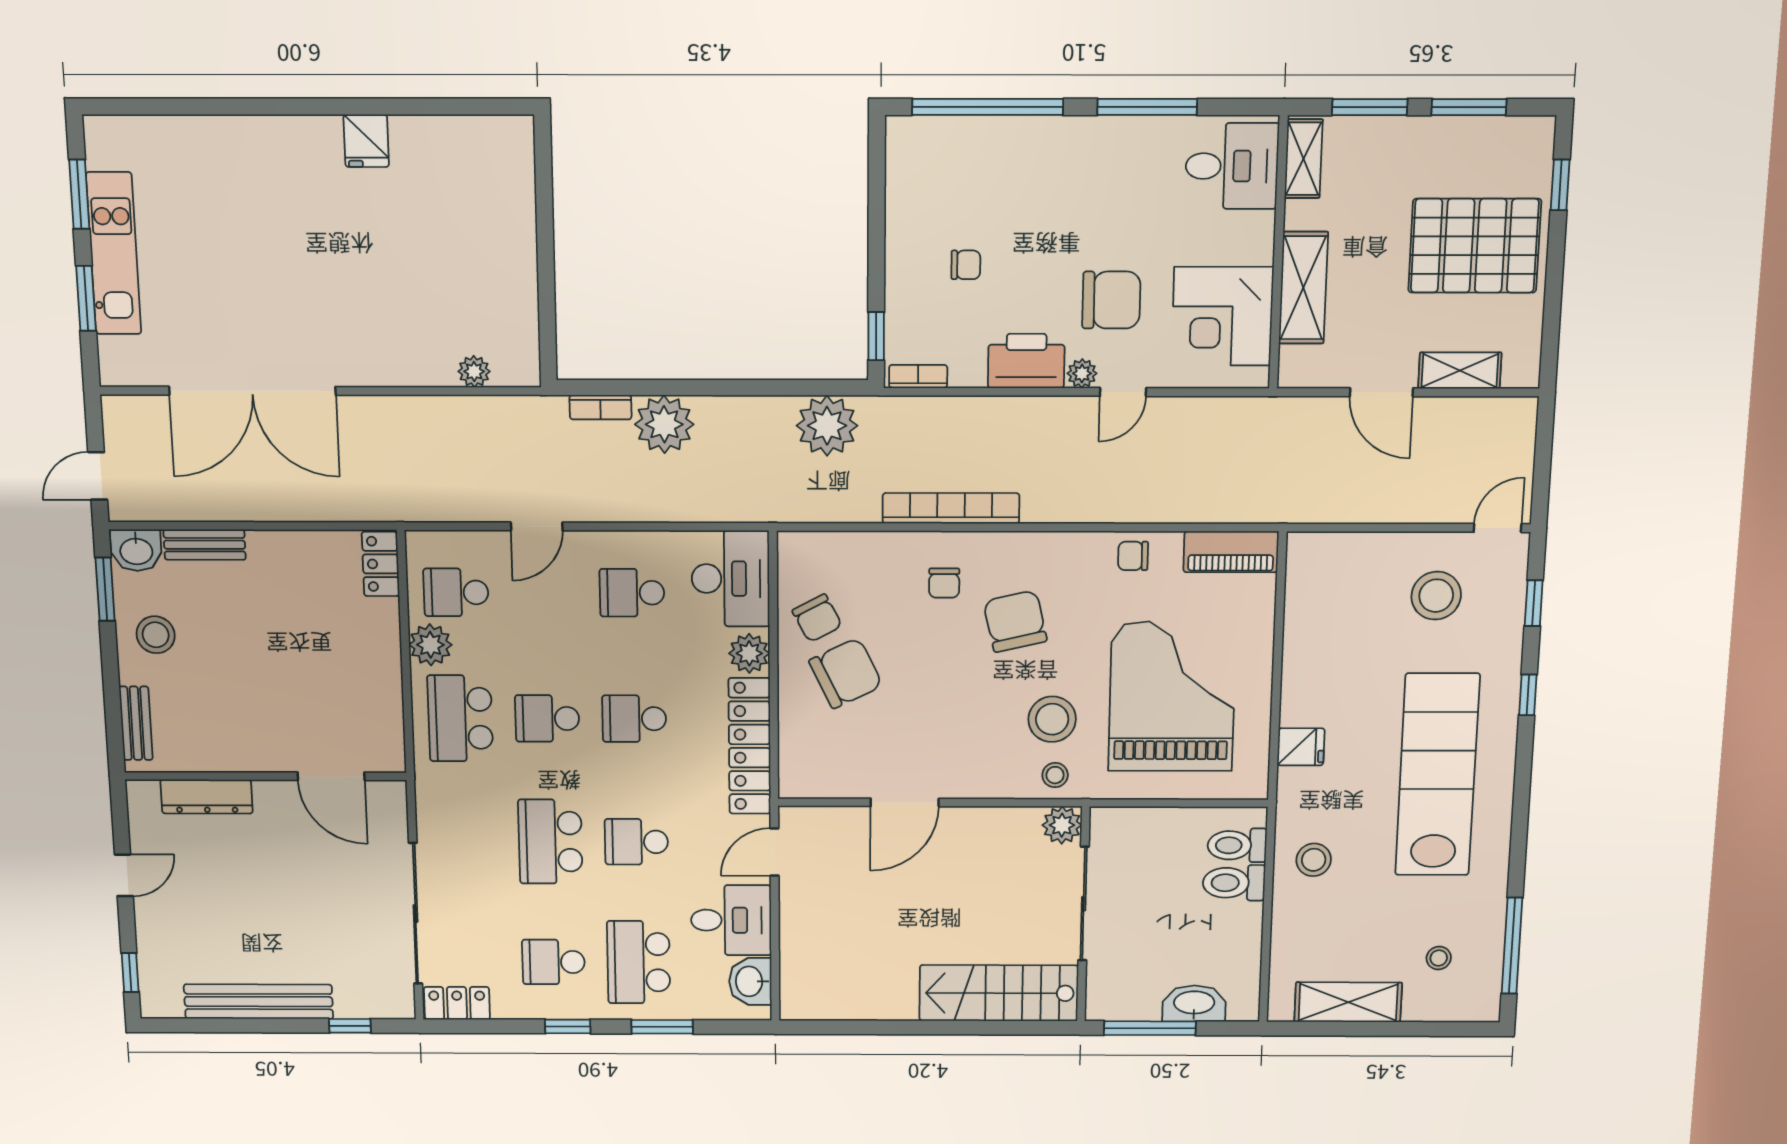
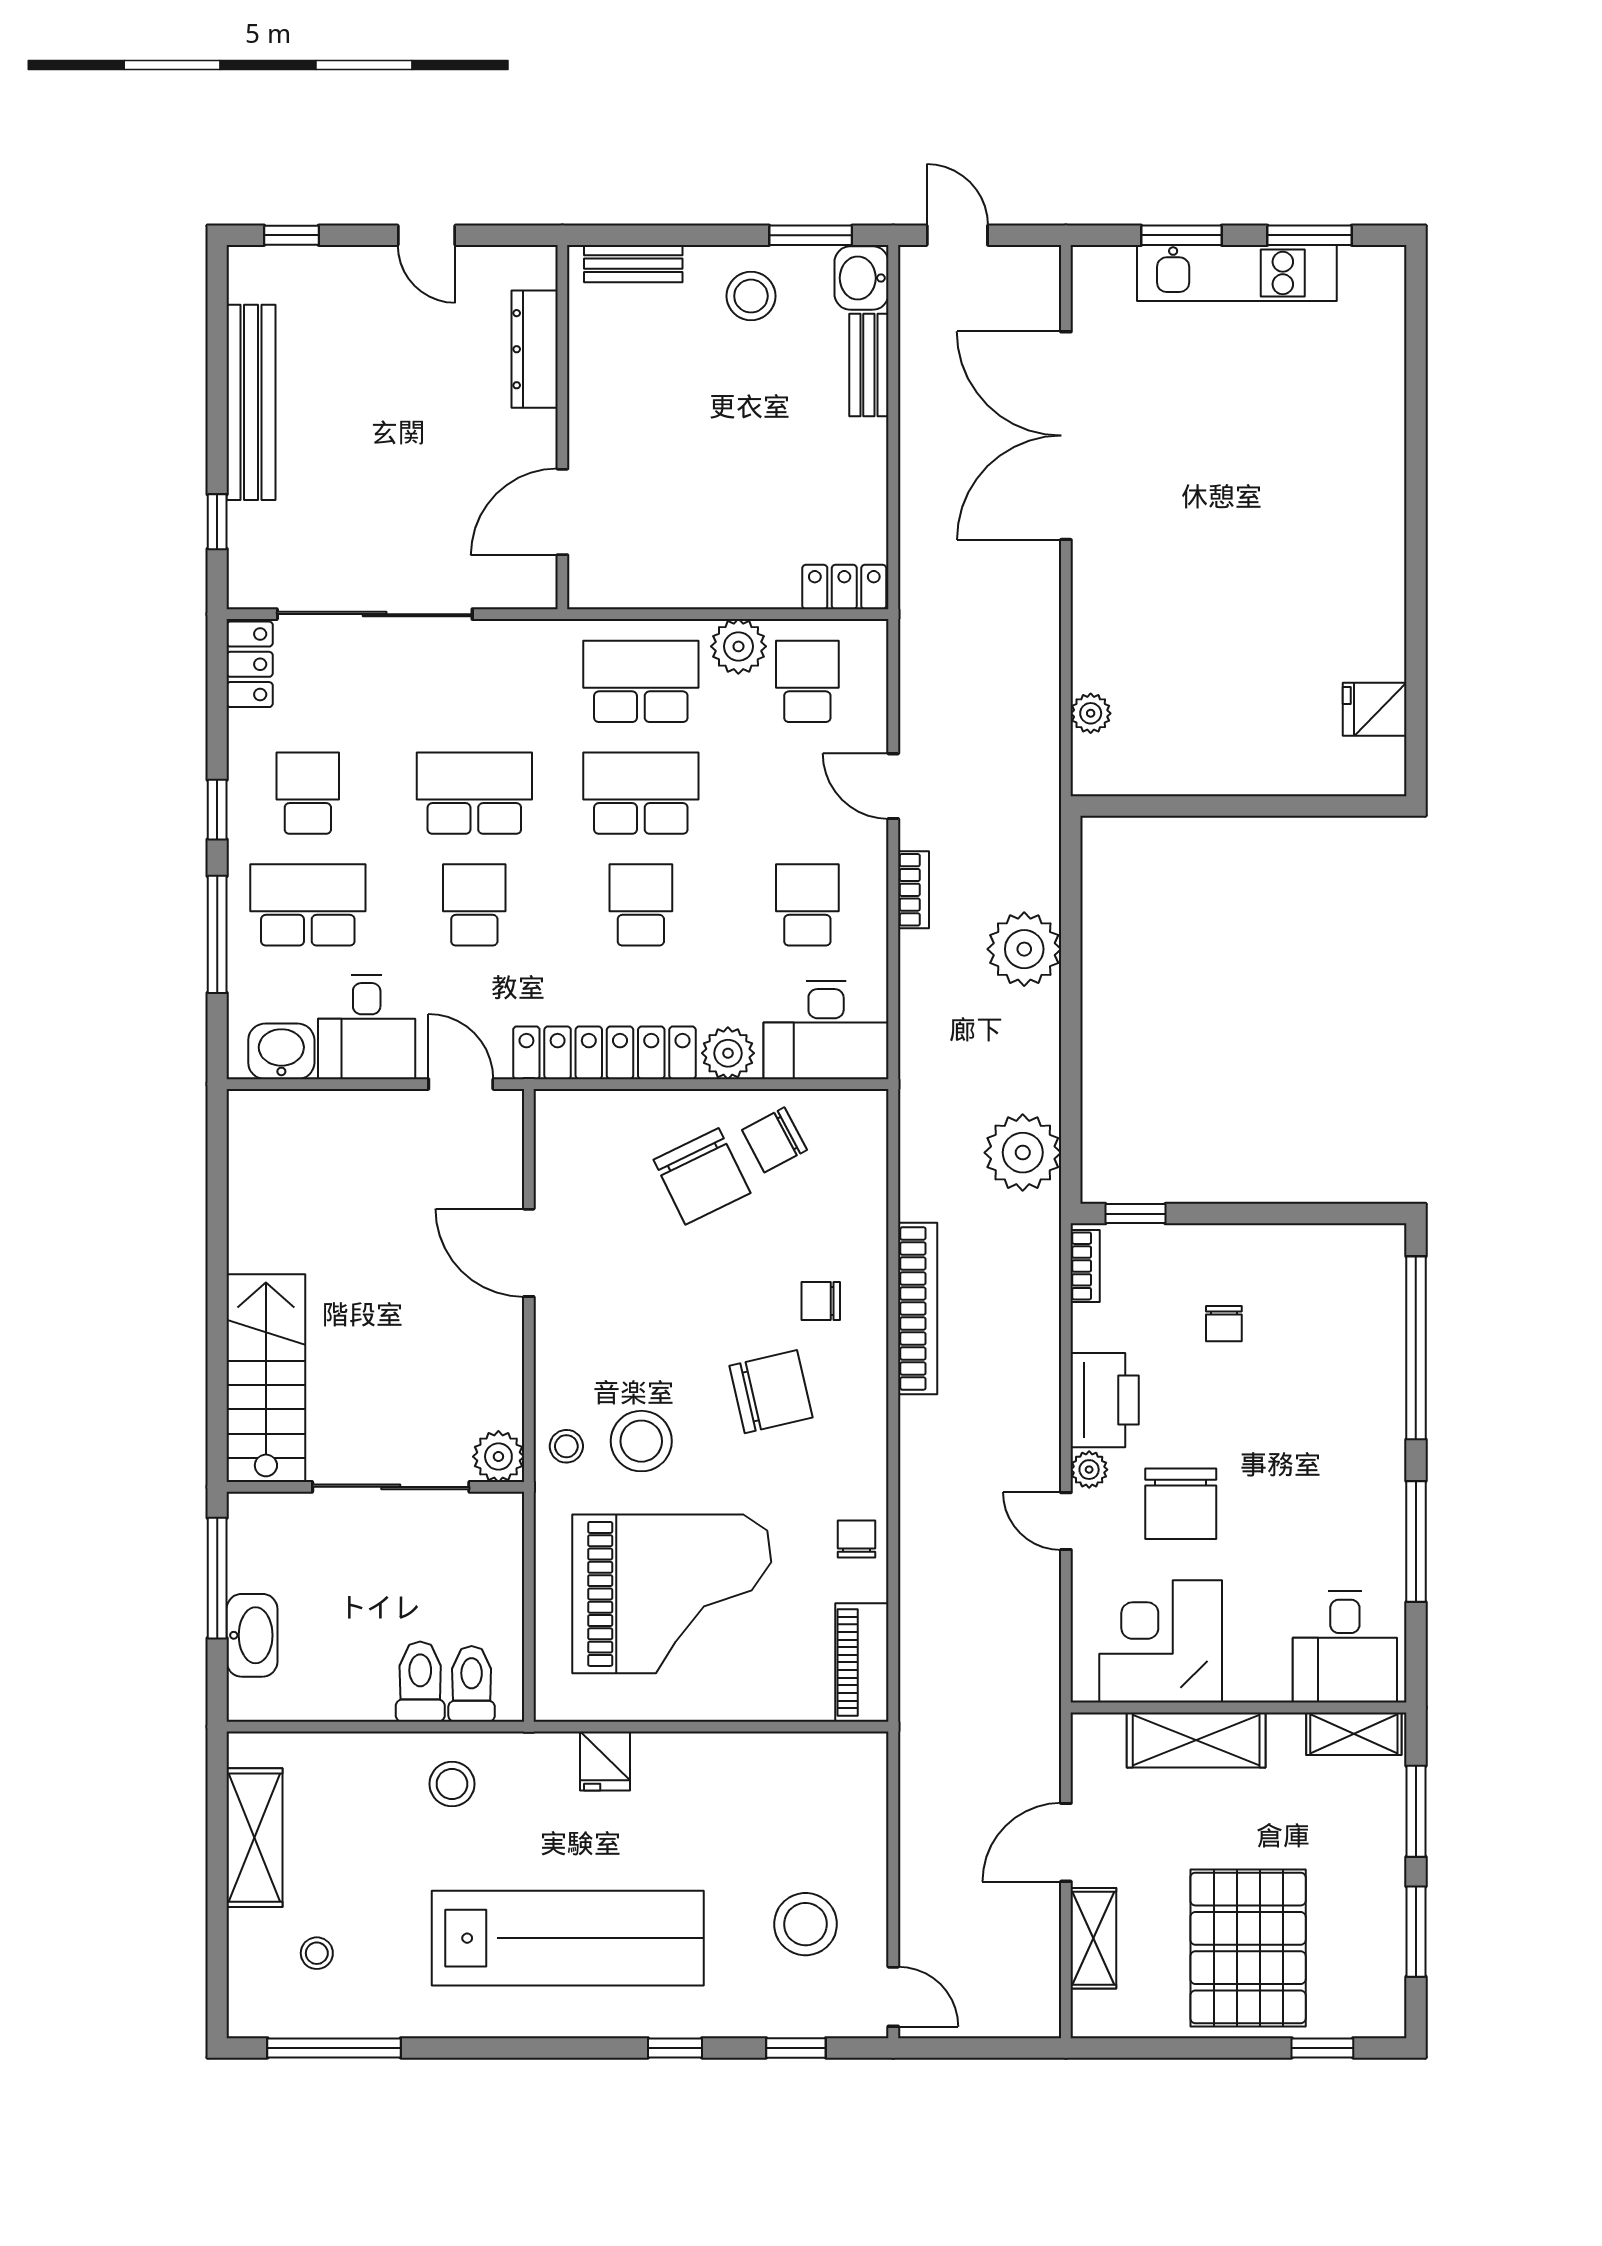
fridge: (366, 141) -> (1375, 709), moved
bookcase: (600, 407) -> (913, 890), moved, turned 180
school desk: (547, 718) -> (641, 793), width x1.85
window: (662, 1027) -> (217, 934), width x1.44

